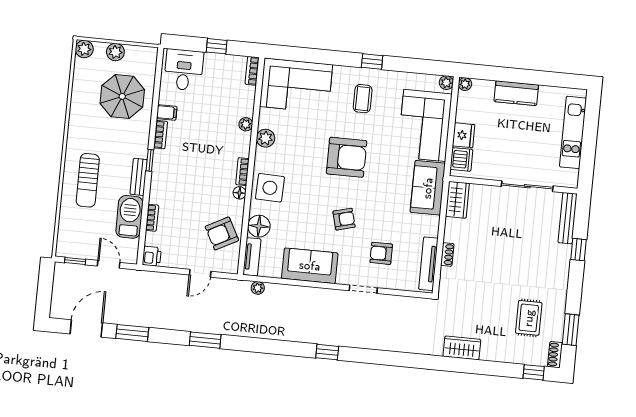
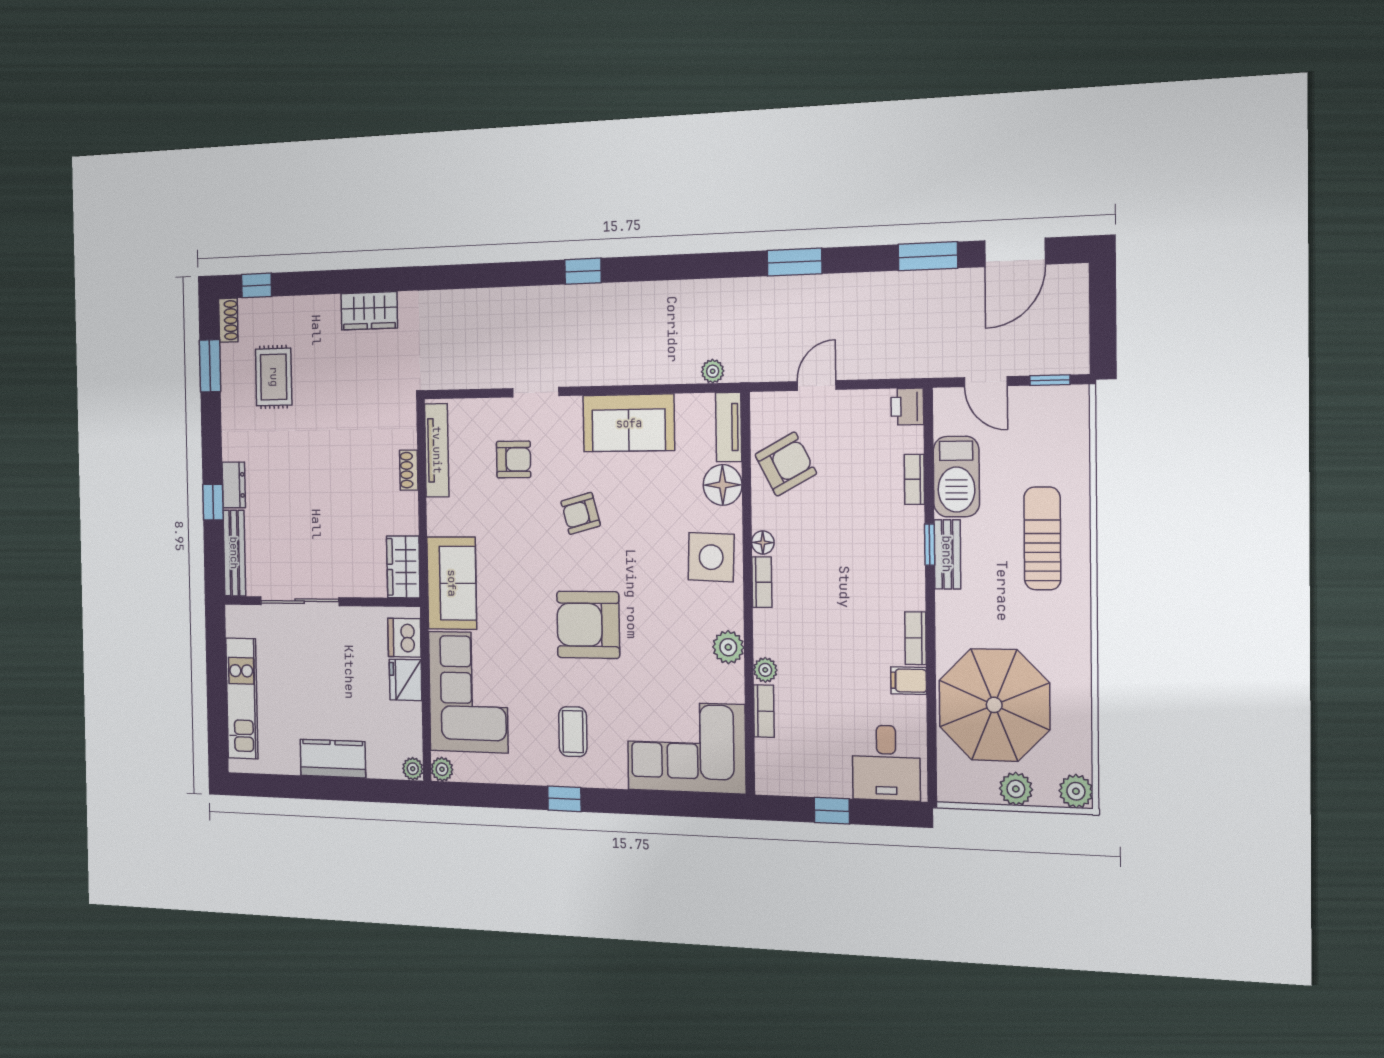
bookcase: (252, 71) -> (764, 711), moved
parasol: (122, 96) -> (994, 705), width x1.36, depth x1.36
window: (150, 160) -> (930, 545), moved
dresser: (563, 258) -> (234, 485), added

